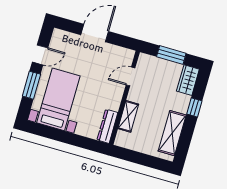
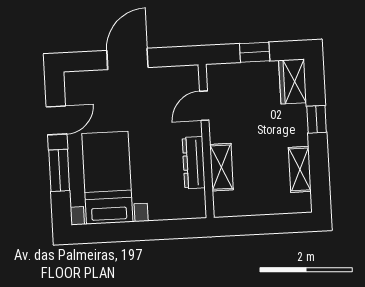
window: (171, 55) -> (255, 52), width x0.67
dresser: (107, 126) -> (194, 163), moved
shelving: (172, 133) -> (300, 169), width x0.67, depth x0.75

